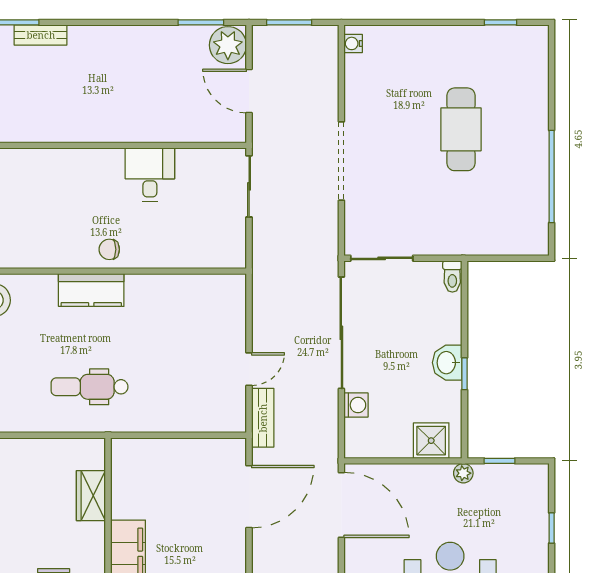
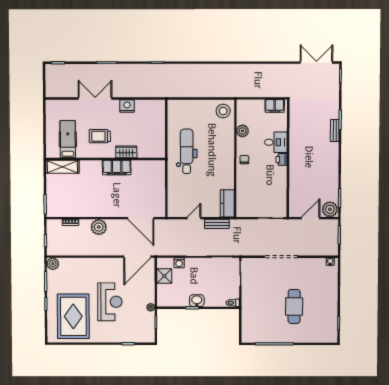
cafe table: (461, 129) -> (294, 306), turned 90
printer: (109, 161) -> (282, 159), added
desk: (150, 175) -> (276, 142), moved
plant: (41, 254) -> (242, 131), added
kitchen counter: (91, 290) -> (227, 203), moved
door: (249, 369) -> (194, 218), swing flipped
dental chair: (90, 387) -> (187, 151), width x1.36, depth x1.38
bench: (263, 418) -> (217, 224), moved
shower: (431, 441) -> (164, 276), moved
wardrobe: (91, 496) -> (126, 152), moved

